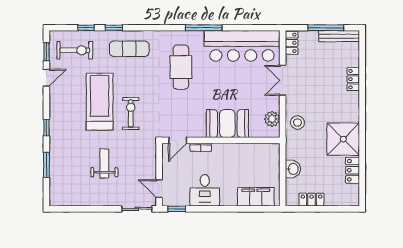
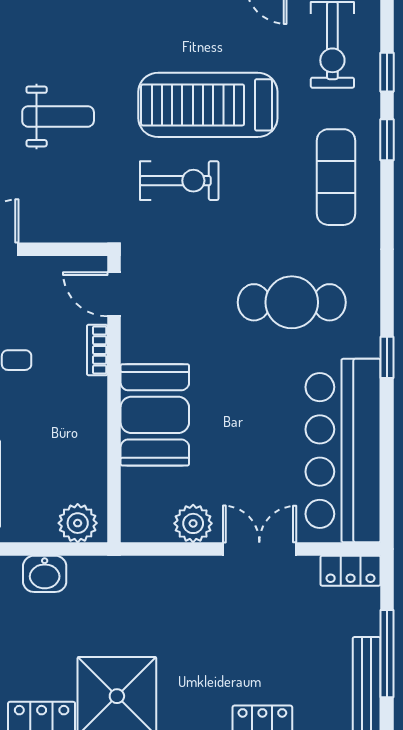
window: (204, 28) -> (387, 357), width x0.46
treadmill: (100, 102) -> (208, 105), turned 180
plant: (272, 119) -> (193, 523), moved
stool: (297, 122) -> (157, 585), removed
plant: (272, 155) -> (78, 523), added

